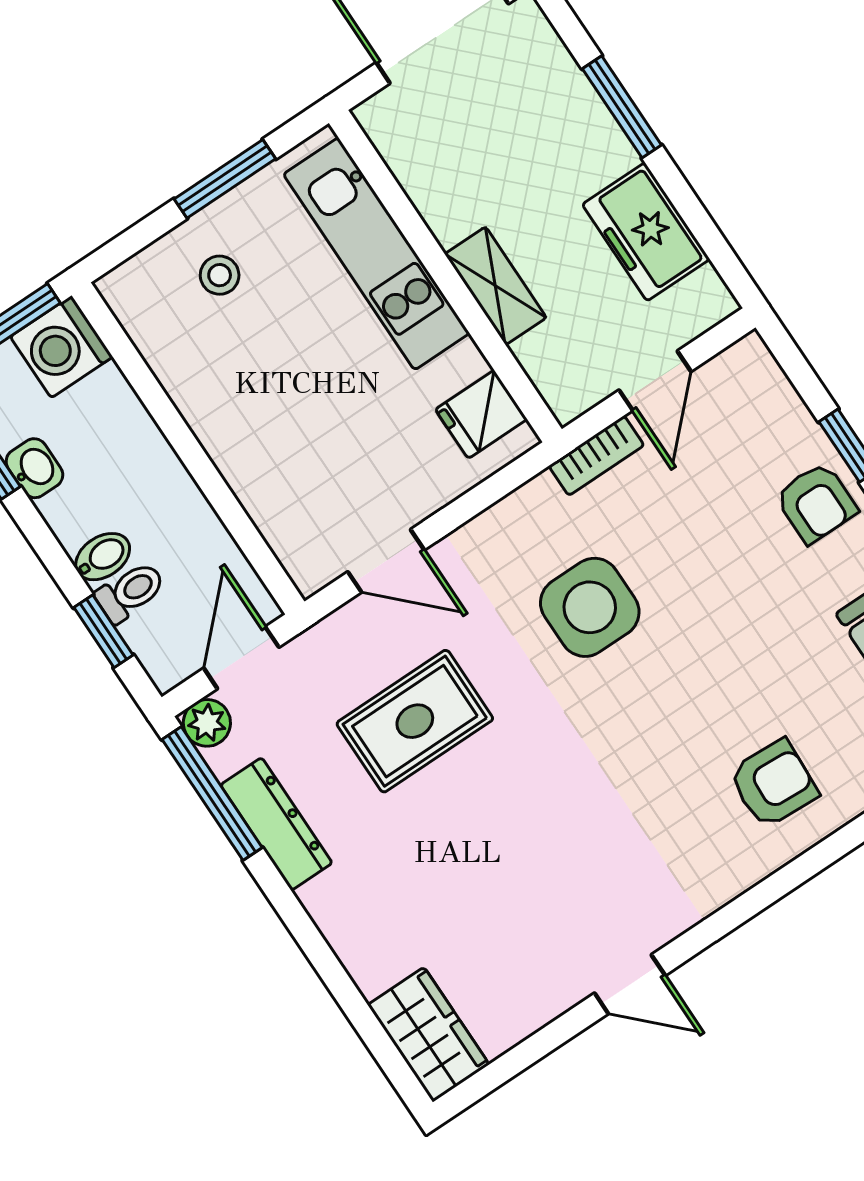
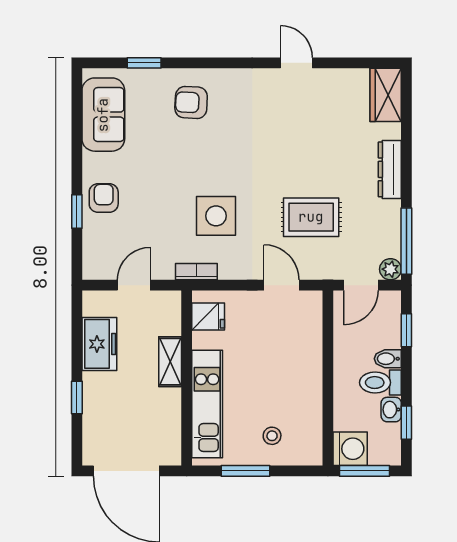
window: (622, 107) -> (77, 397), width x0.67
bookcase: (596, 456) -> (196, 272), moved
toilet: (130, 592) -> (380, 383), moved, width x1.37, depth x1.39
dresser: (276, 824) -> (390, 169), moved

